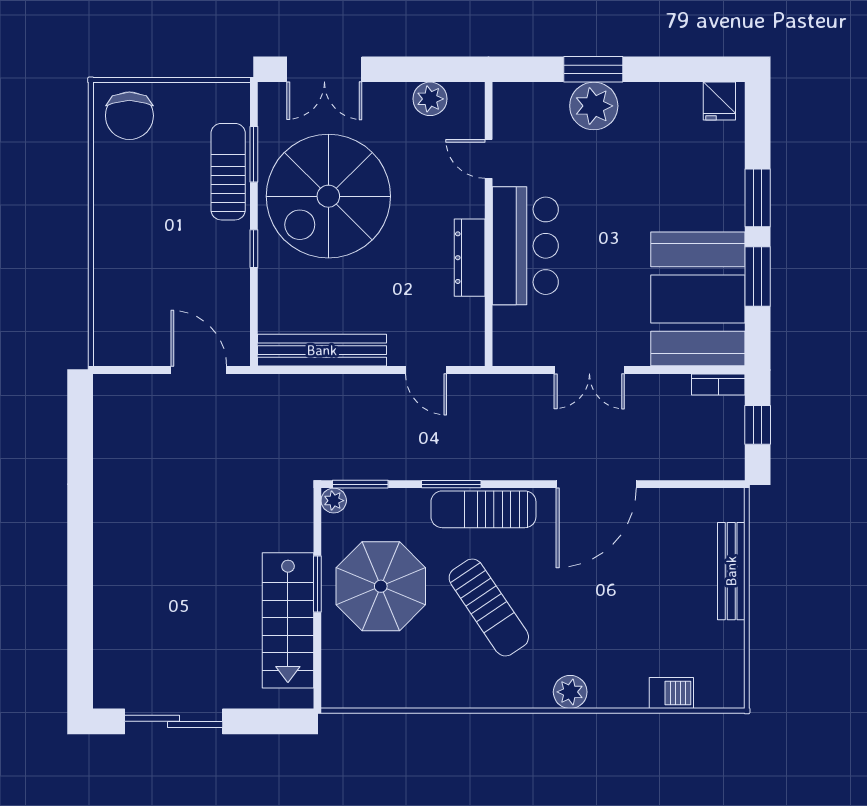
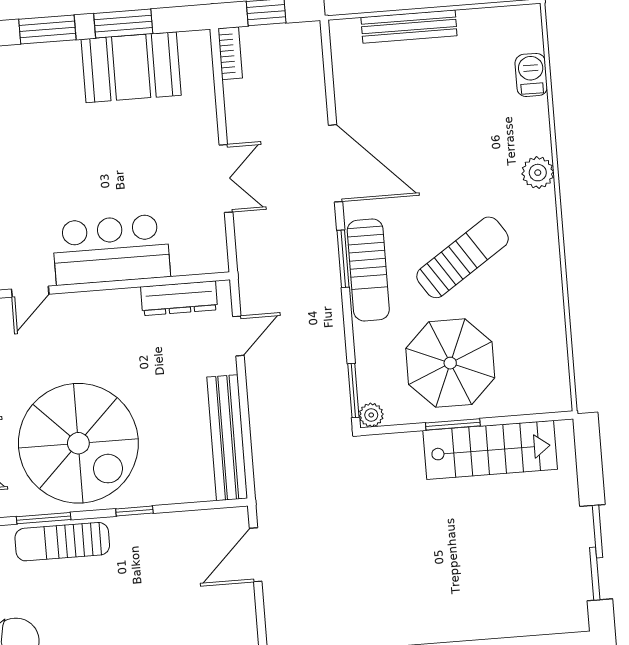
dresser: (470, 258) -> (179, 298), moved
booth: (698, 299) -> (131, 67), width x0.73, depth x0.70
window: (451, 484) -> (343, 259), moved

